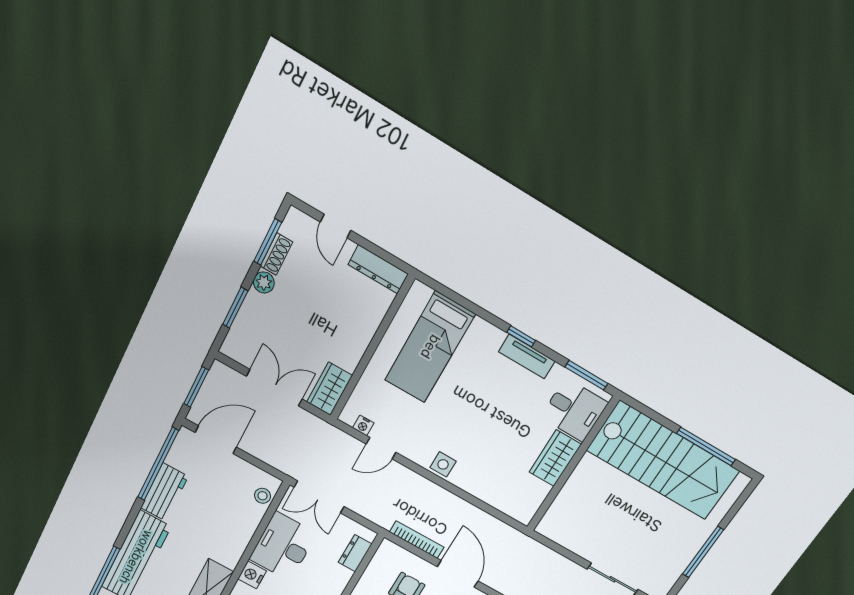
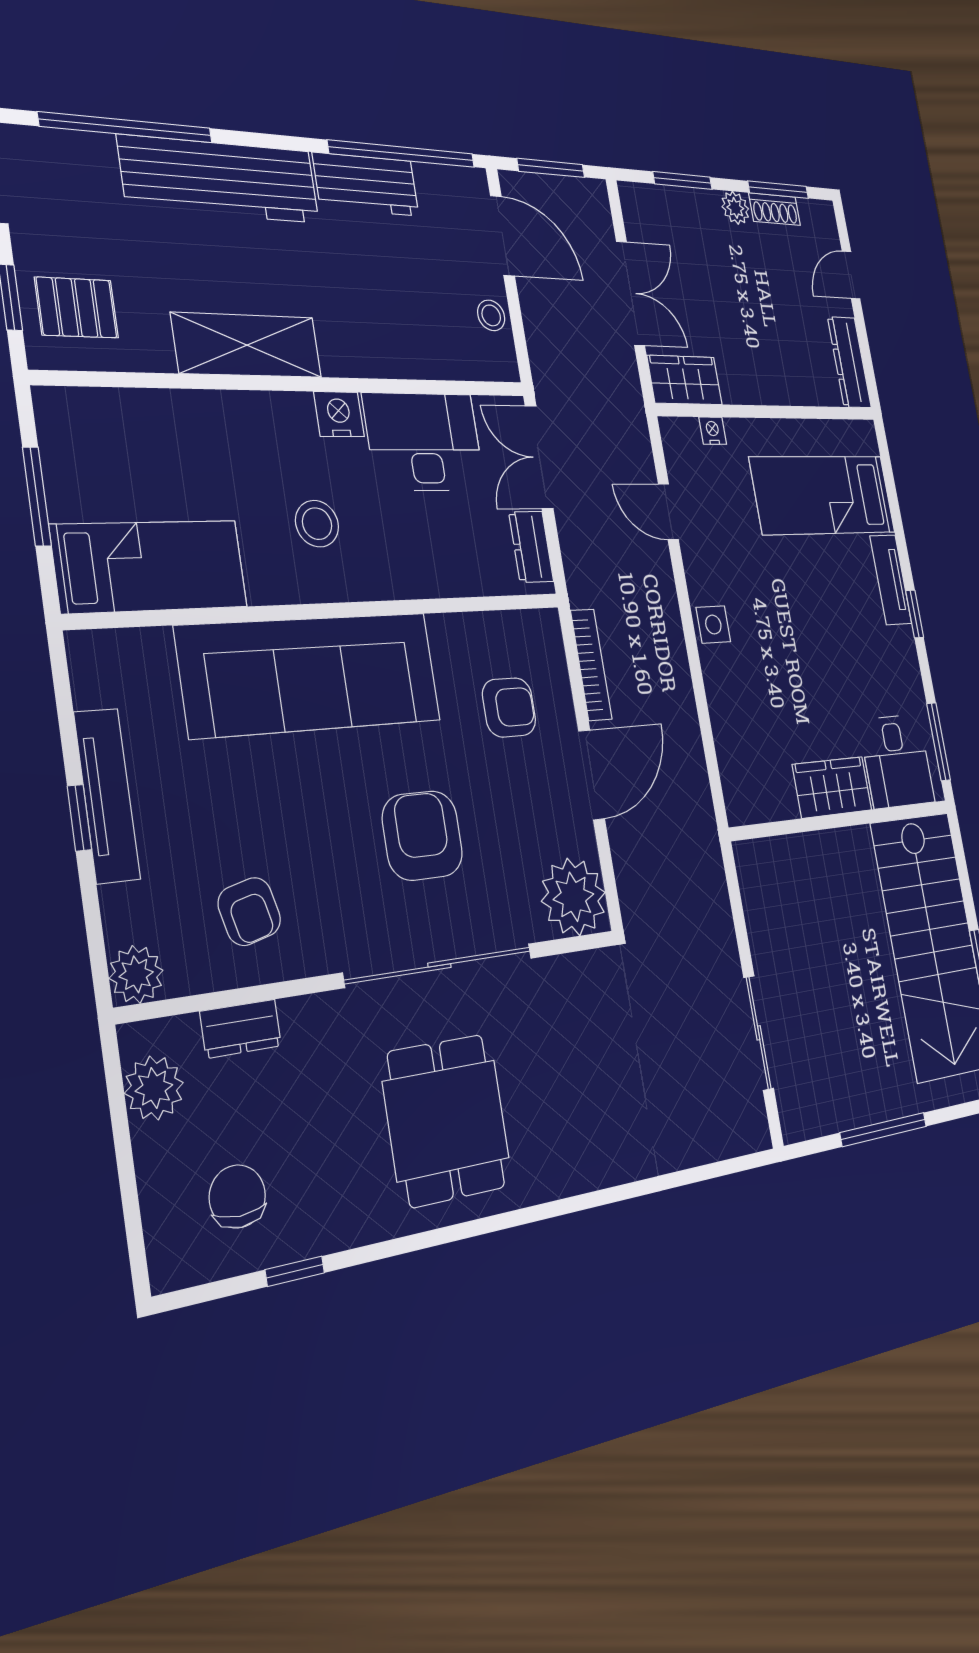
tv unit: (527, 356) -> (891, 580), moved
nightstand: (363, 425) -> (713, 431), moved, turned 90
stool: (263, 496) -> (491, 315), moved
dresser: (355, 553) -> (531, 547), moved, turned -90

